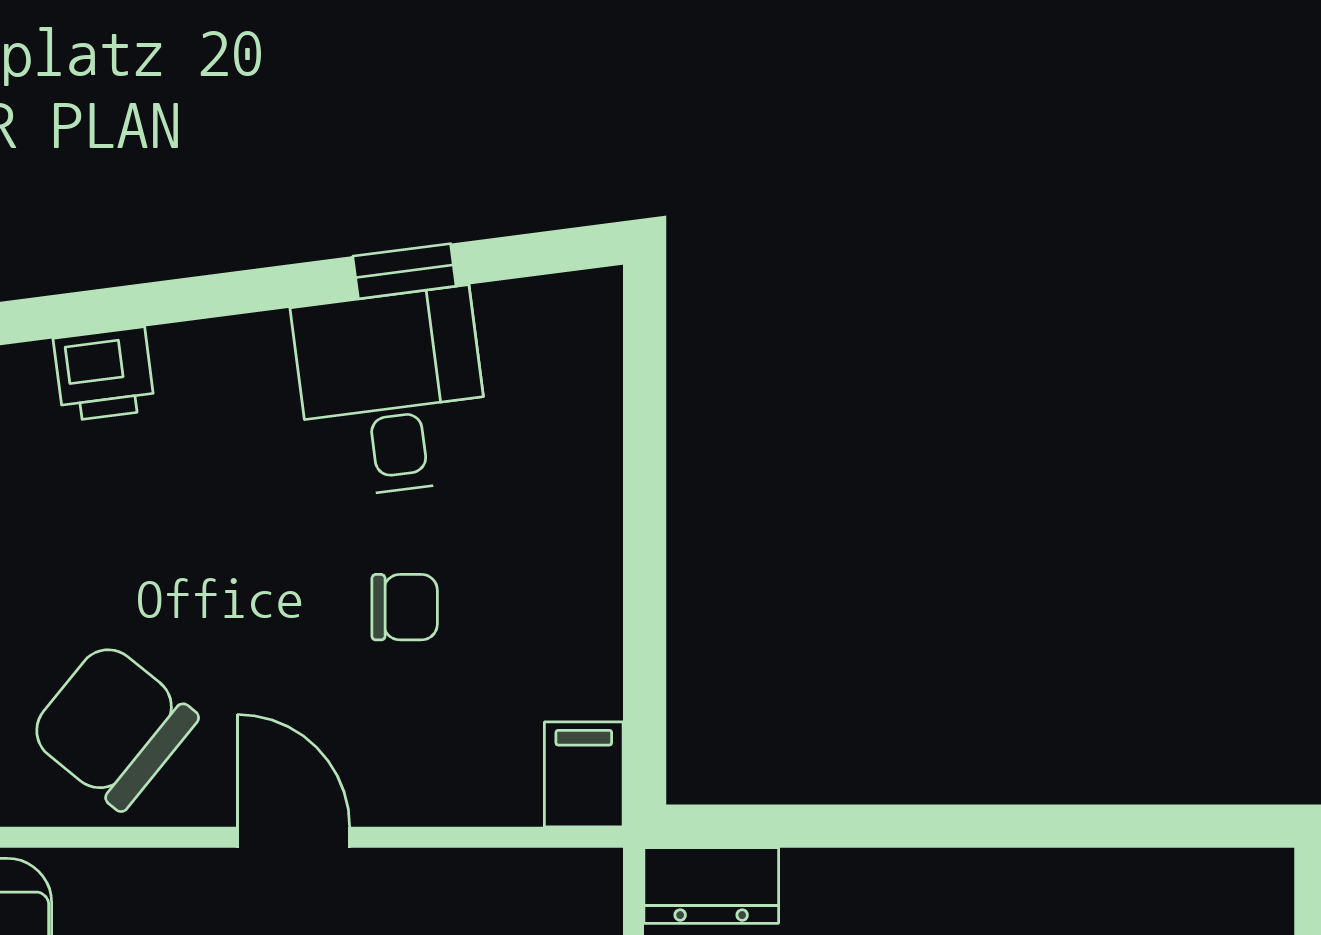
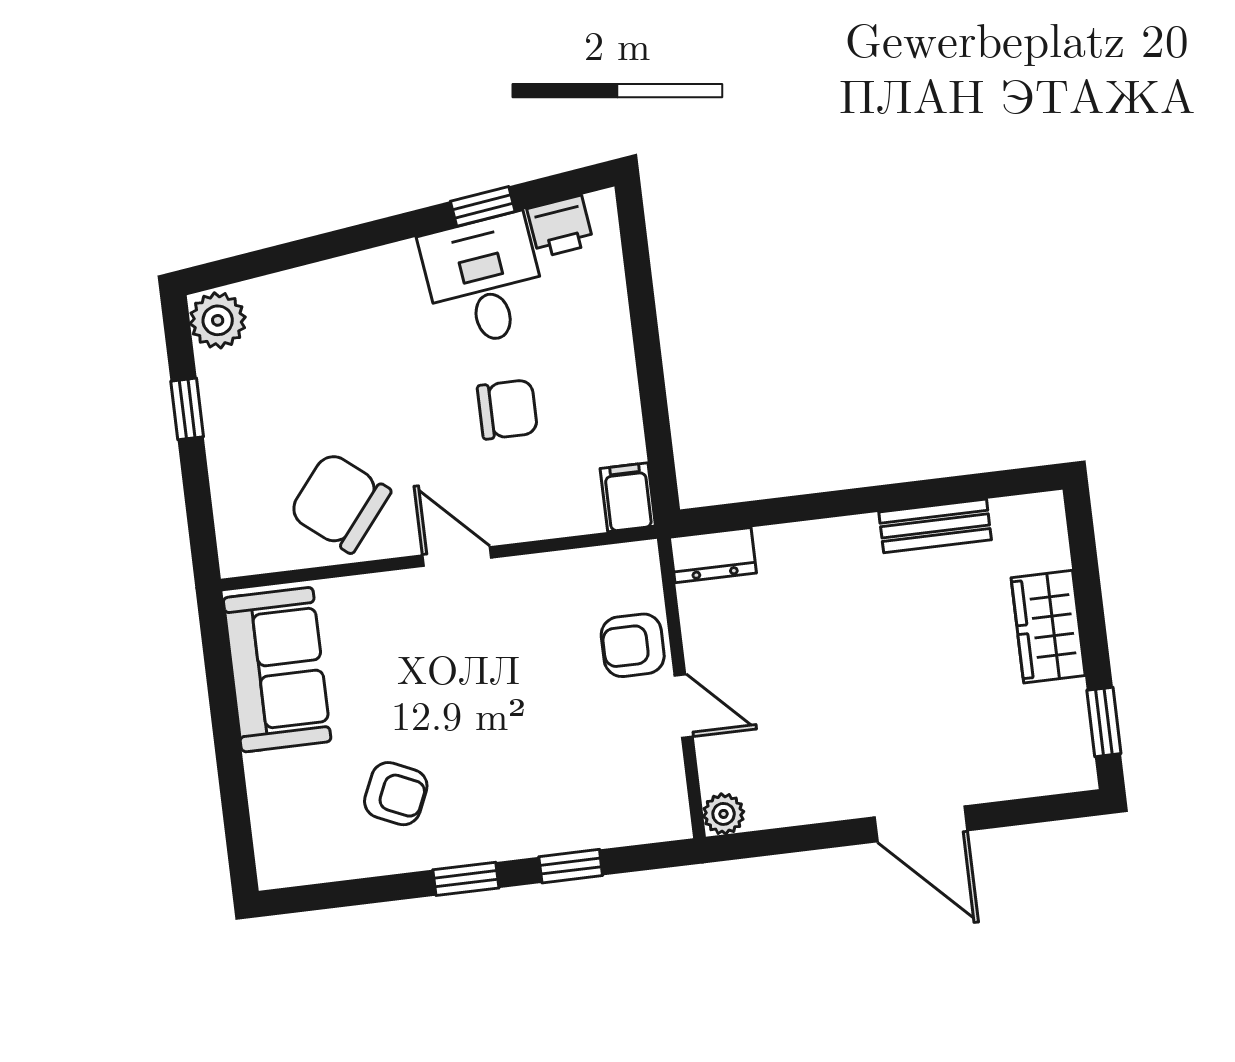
printer: (104, 374) -> (560, 227), moved
chair: (405, 607) -> (507, 409), width x1.37, depth x1.37
bench: (1079, 882) -> (935, 526), added

